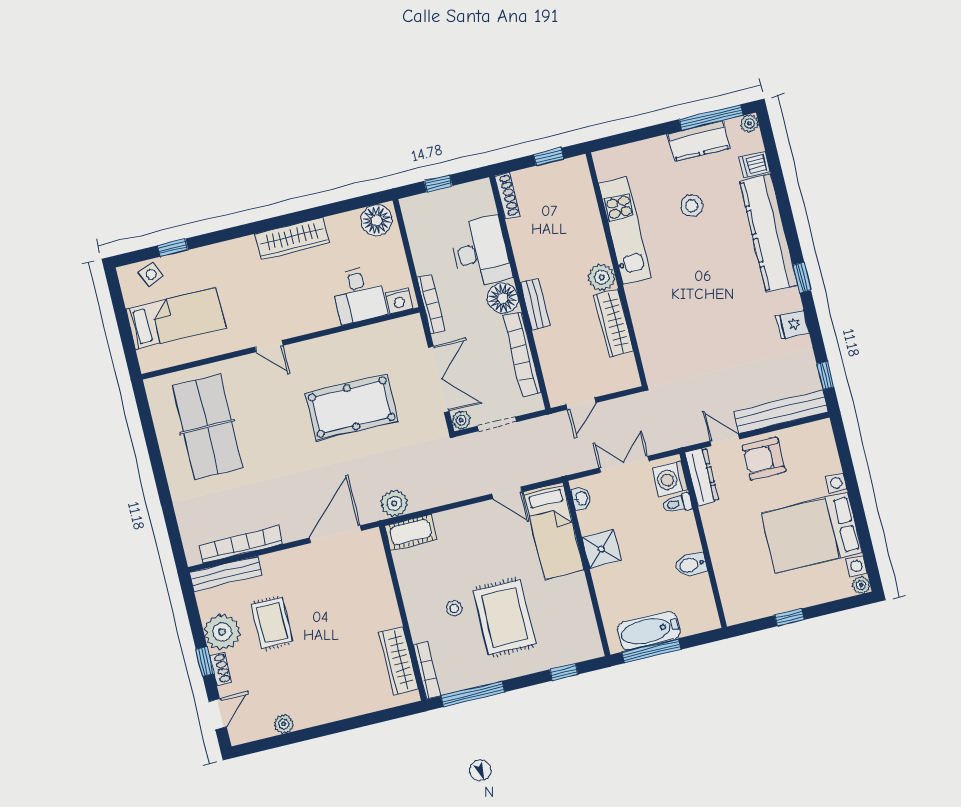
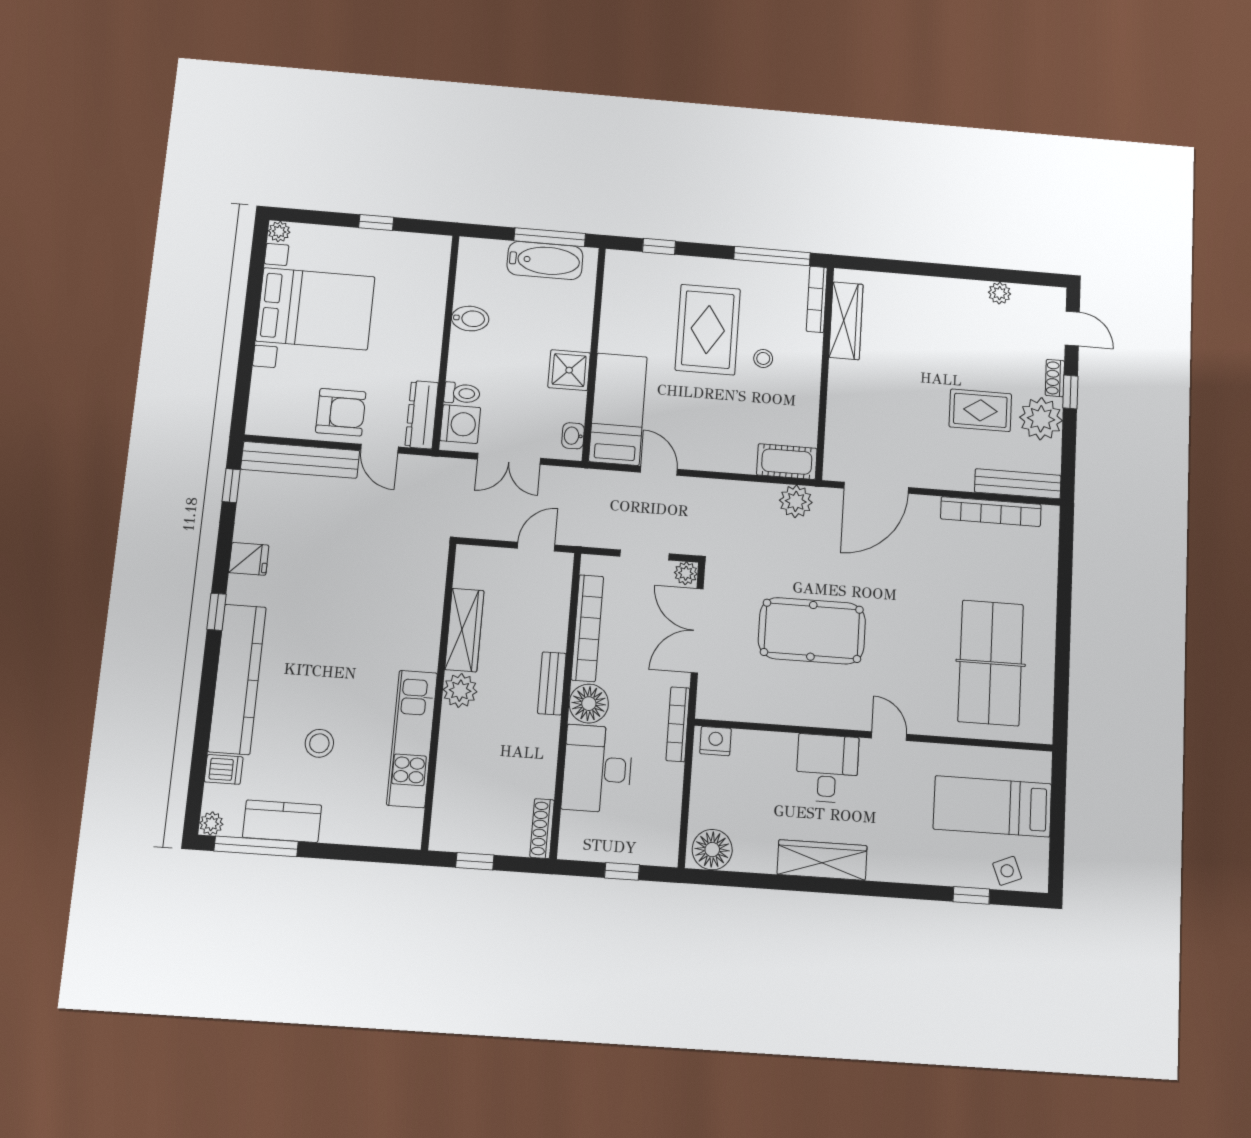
desk: (359, 295) -> (827, 768), moved
rug: (272, 623) -> (980, 410), turned 90
door: (218, 714) -> (1072, 328), swing flipped

